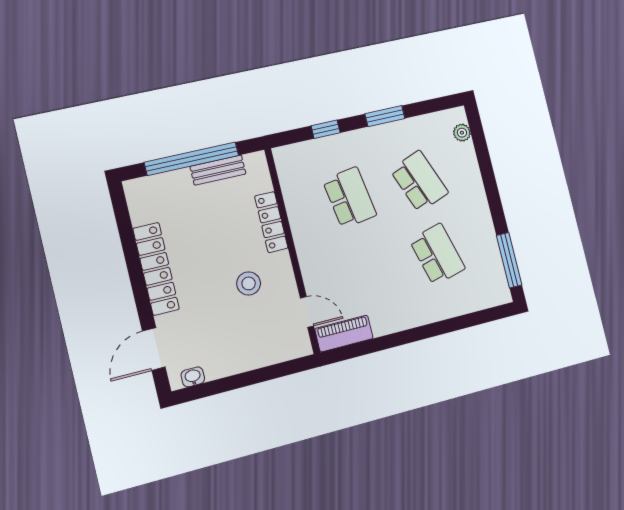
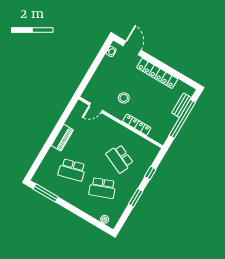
bench: (218, 170) -> (181, 105), moved
school desk: (350, 198) -> (120, 159), turned 33
piano: (344, 334) -> (62, 138), moved

